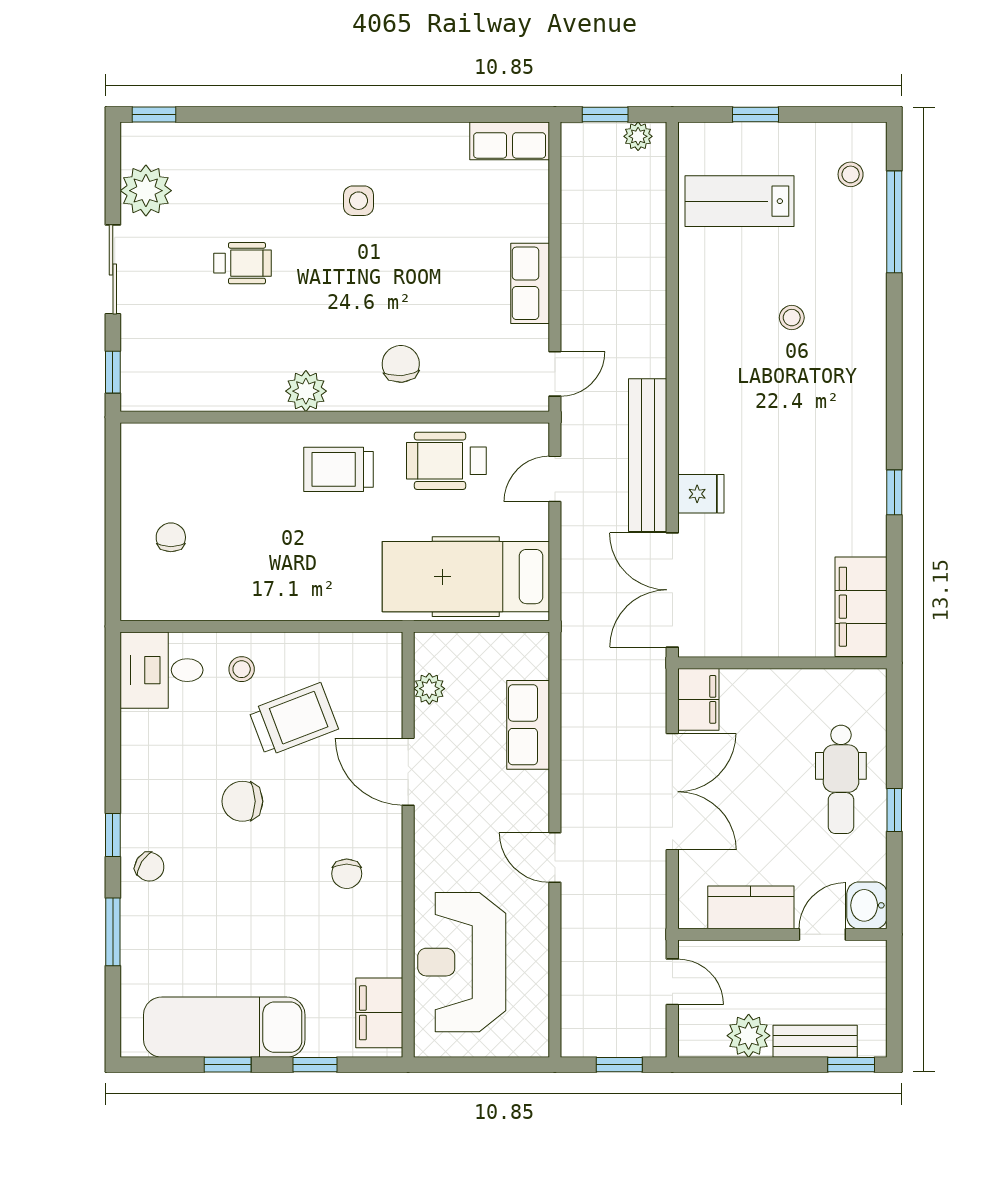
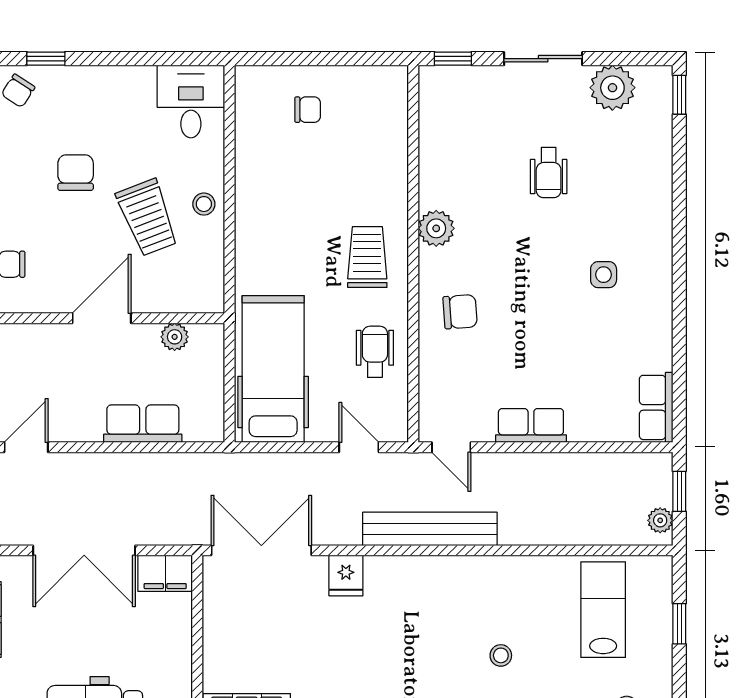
bench: (648, 455) -> (430, 529), moved
wheelchair: (446, 461) -> (375, 352), width x0.73, depth x0.73
stool: (242, 669) -> (204, 204), moved

